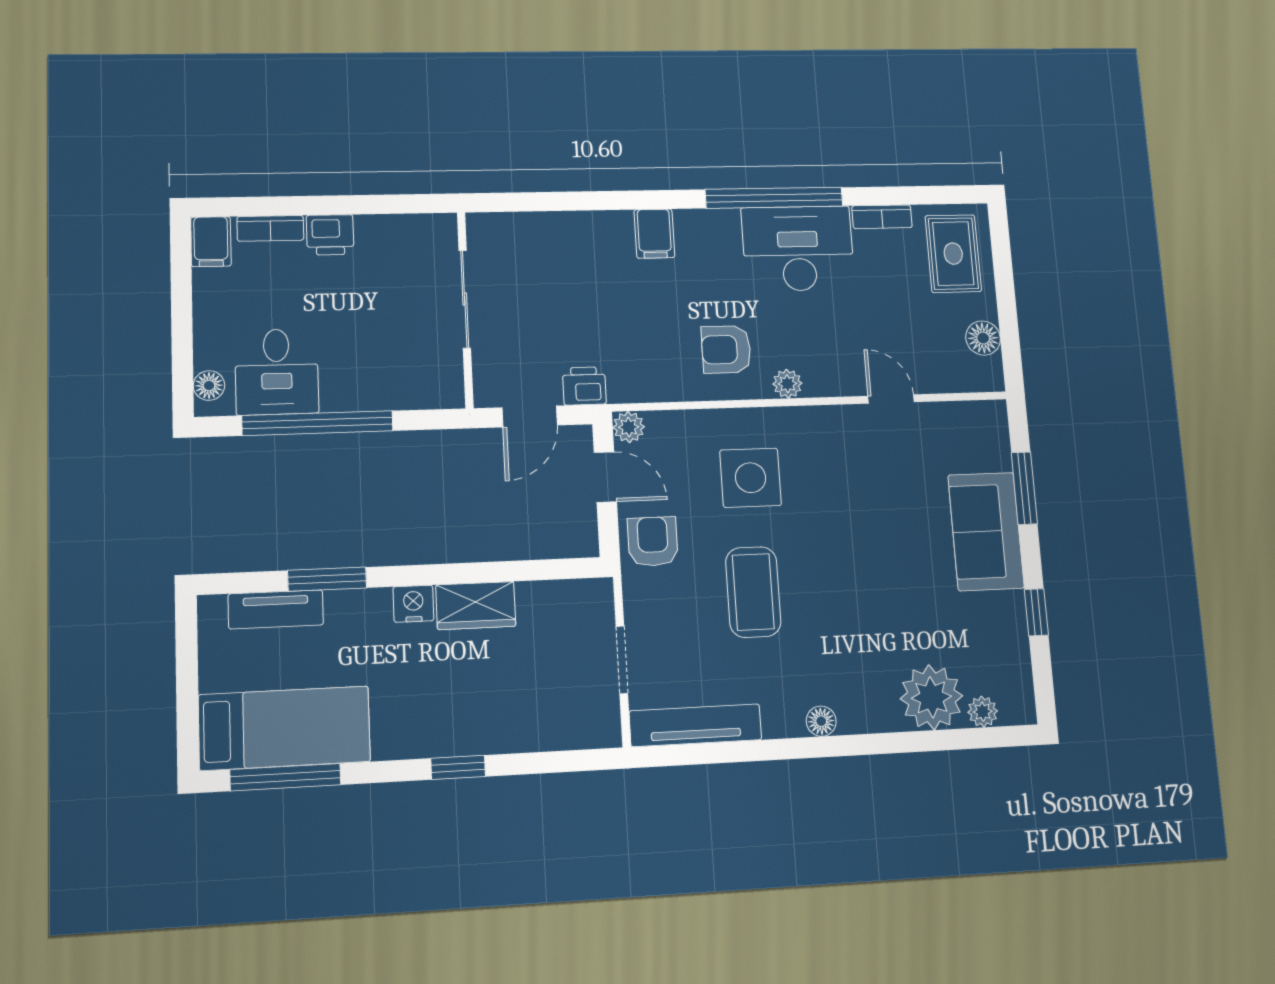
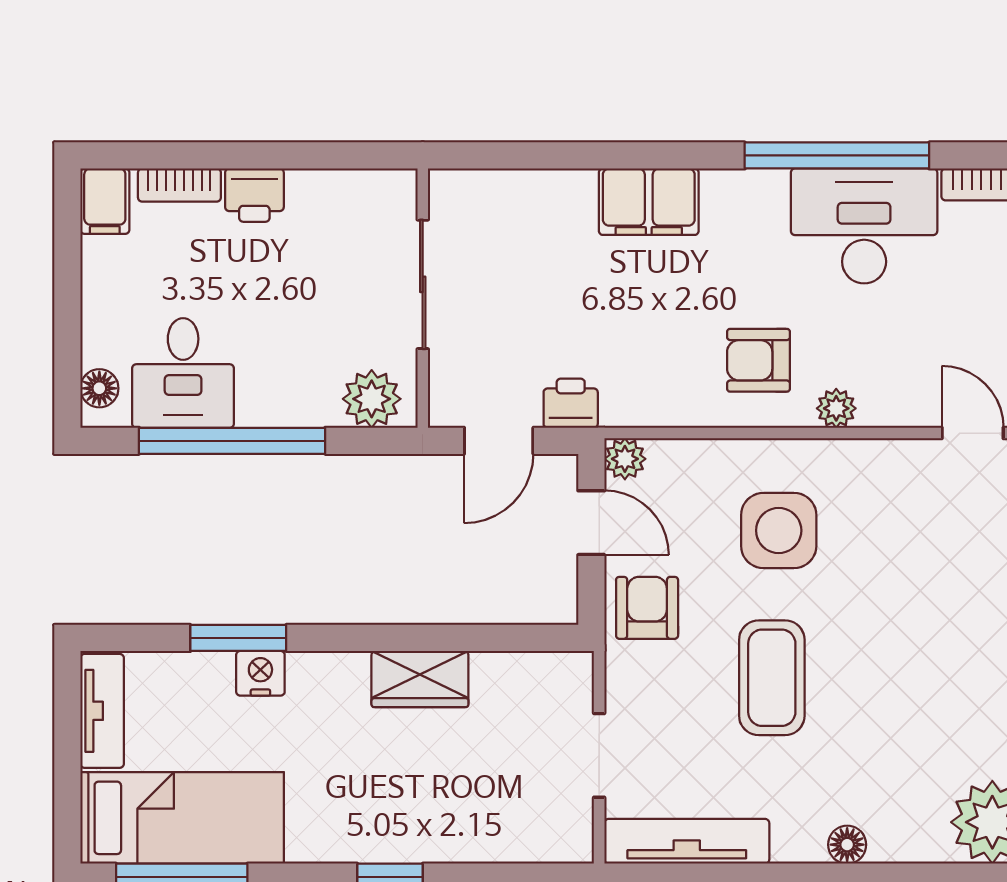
filing cabinet: (654, 234) -> (649, 202), width x2.00
plant: (428, 387) -> (372, 399), added
nightstand: (413, 604) -> (260, 673), moved
tv unit: (276, 609) -> (102, 711), moved, turned -90

